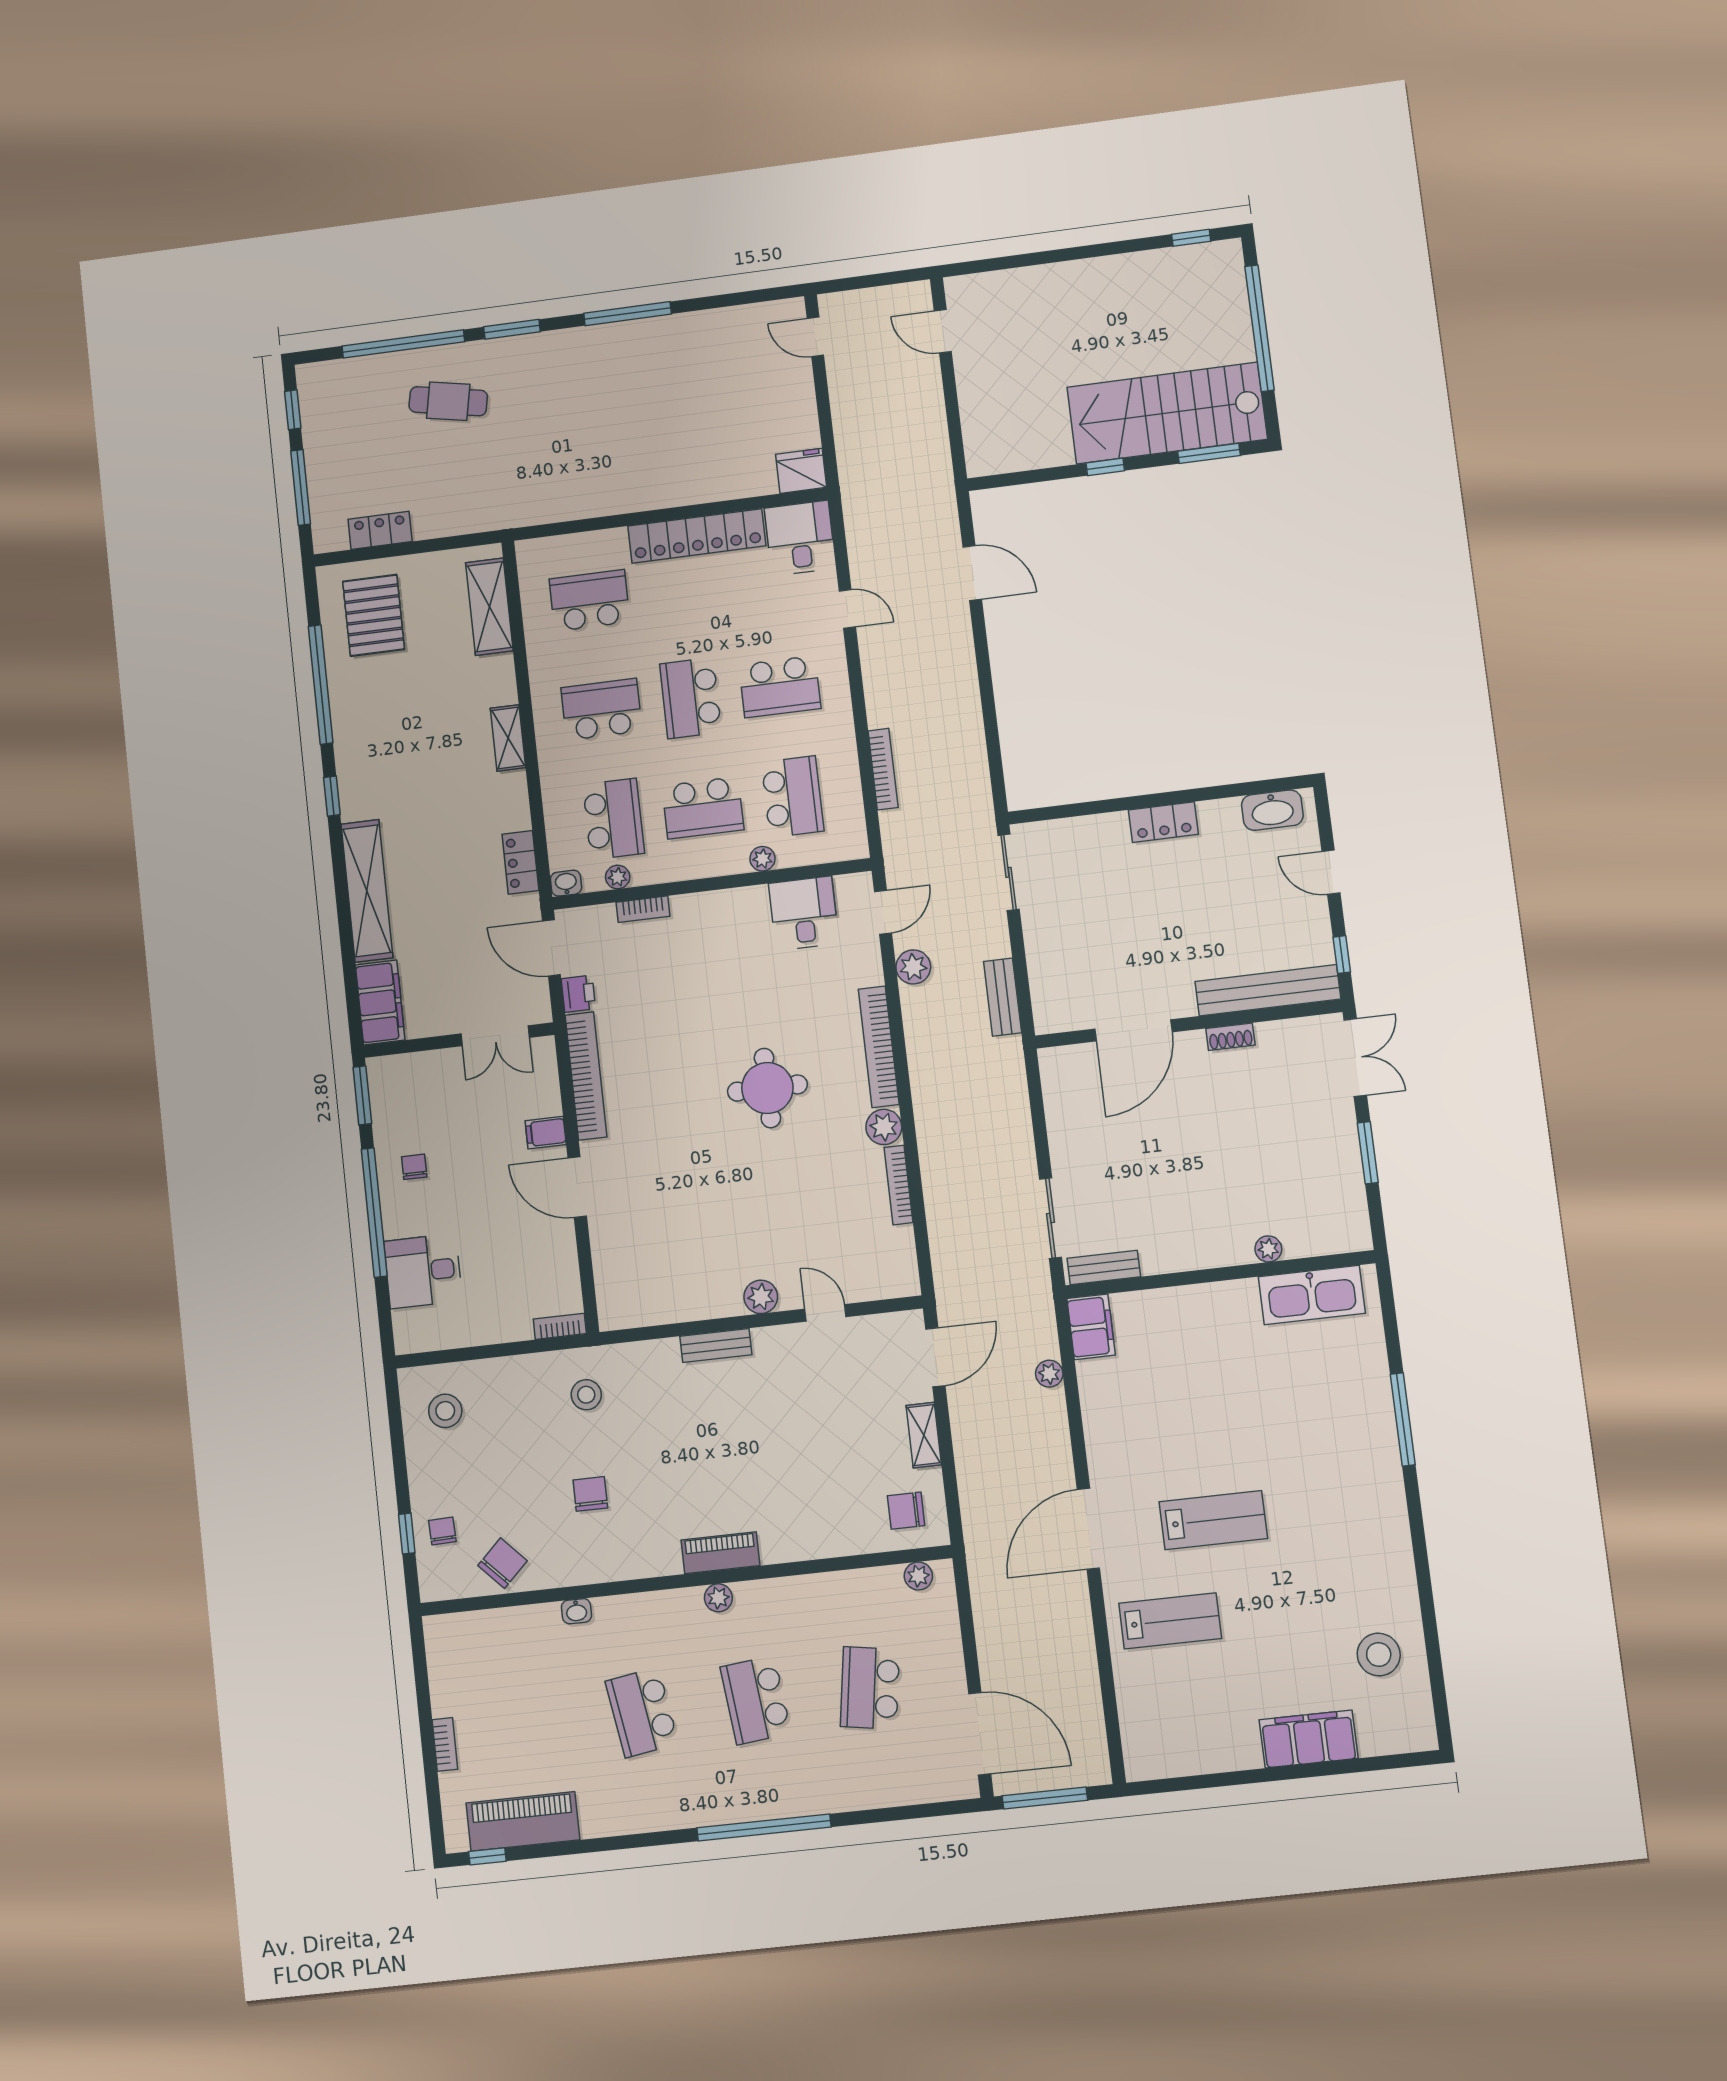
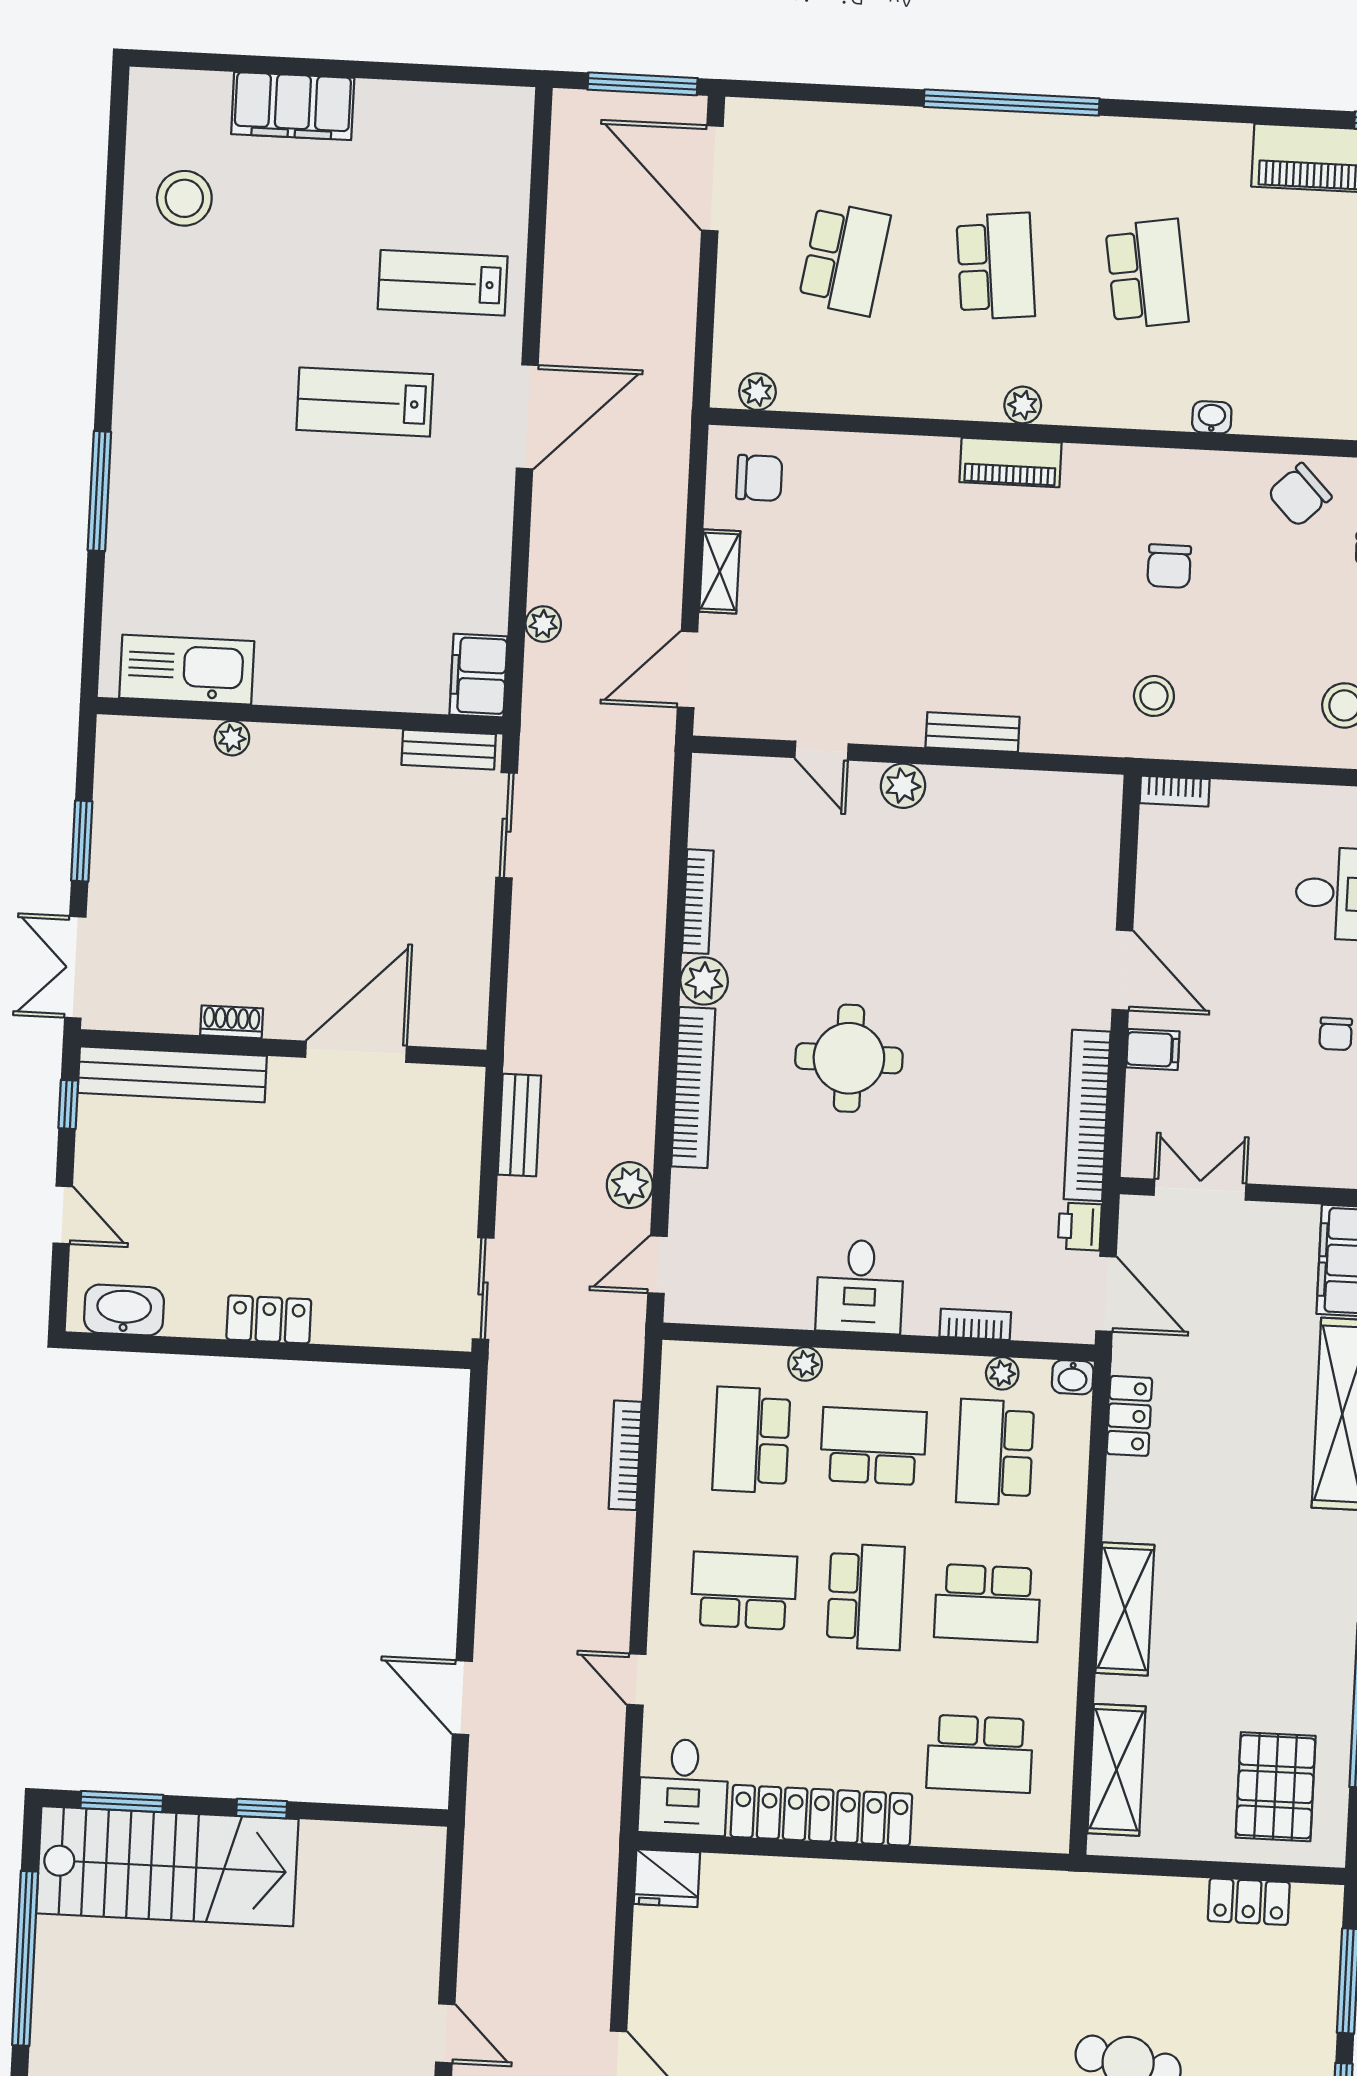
shelving: (508, 738) -> (1125, 1609), width x1.50, depth x1.33
desk: (804, 913) -> (860, 1287), moved

